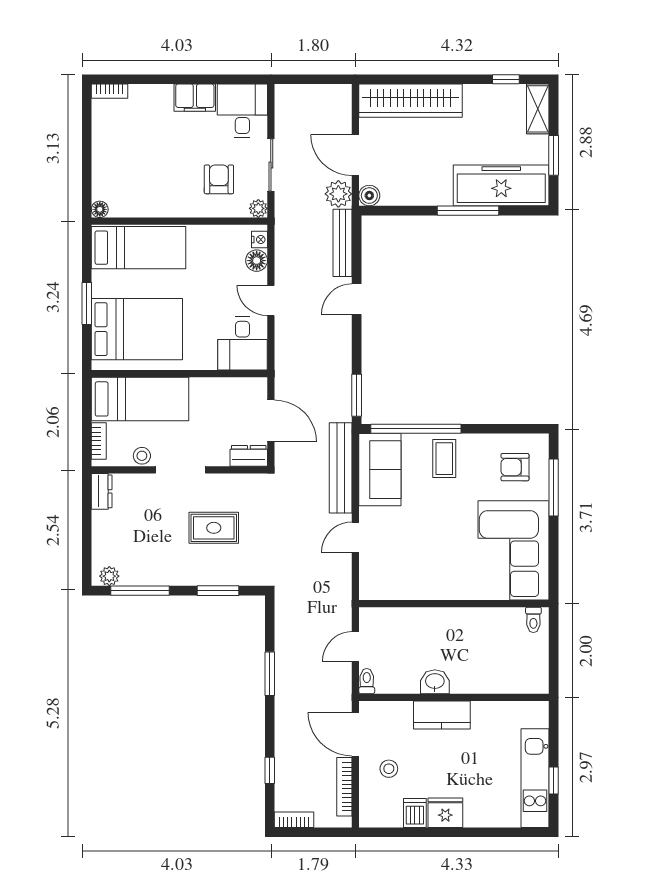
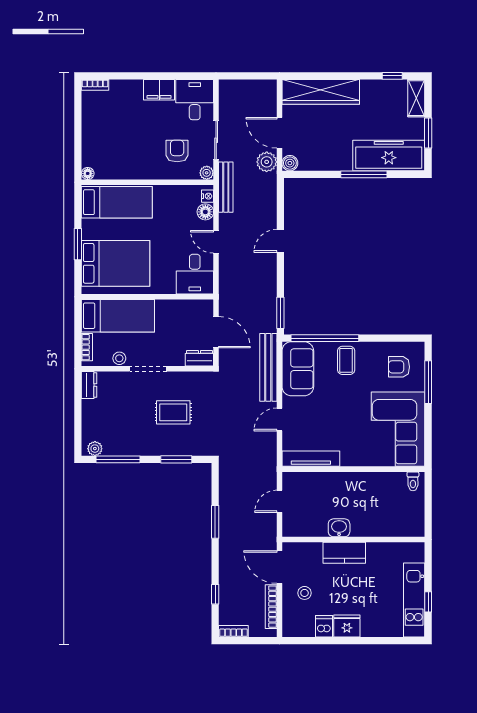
bench: (342, 243) -> (226, 187), moved
tv unit: (397, 590) -> (311, 459), added
toilet: (367, 681) -> (288, 527), removed

